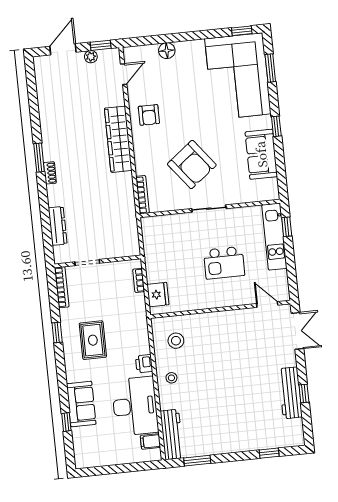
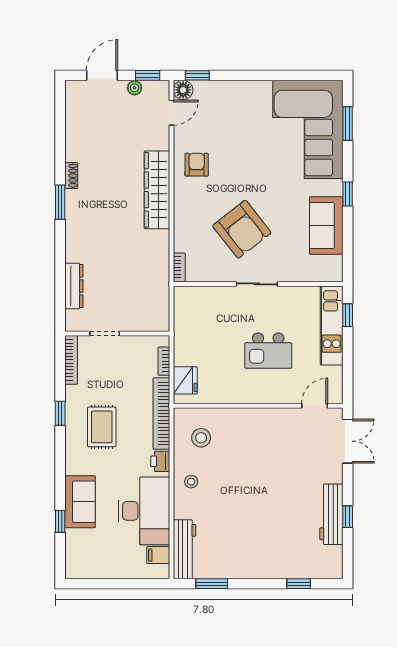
window: (242, 31) -> (197, 75), moved
floor lamp: (167, 51) -> (183, 90), moved
armchair: (149, 115) -> (197, 165), turned 180
shoe rack: (50, 173) -> (71, 176), moved
bookcase: (143, 195) -> (179, 267), width x0.64
door: (267, 304) -> (315, 406), hinge flipped
bookcase: (141, 324) -> (161, 414), added

